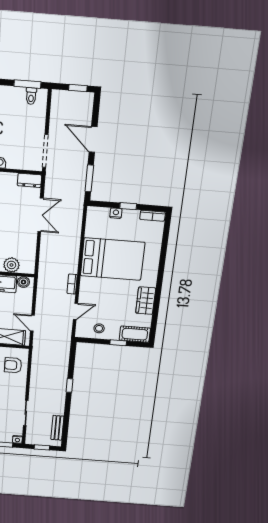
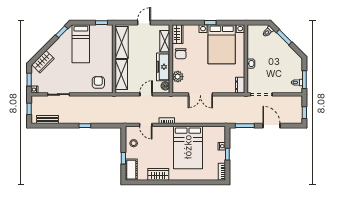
door: (93, 139) -> (272, 126), hinge flipped
double door: (40, 215) -> (200, 94), moved
door: (32, 323) -> (146, 94), moved

